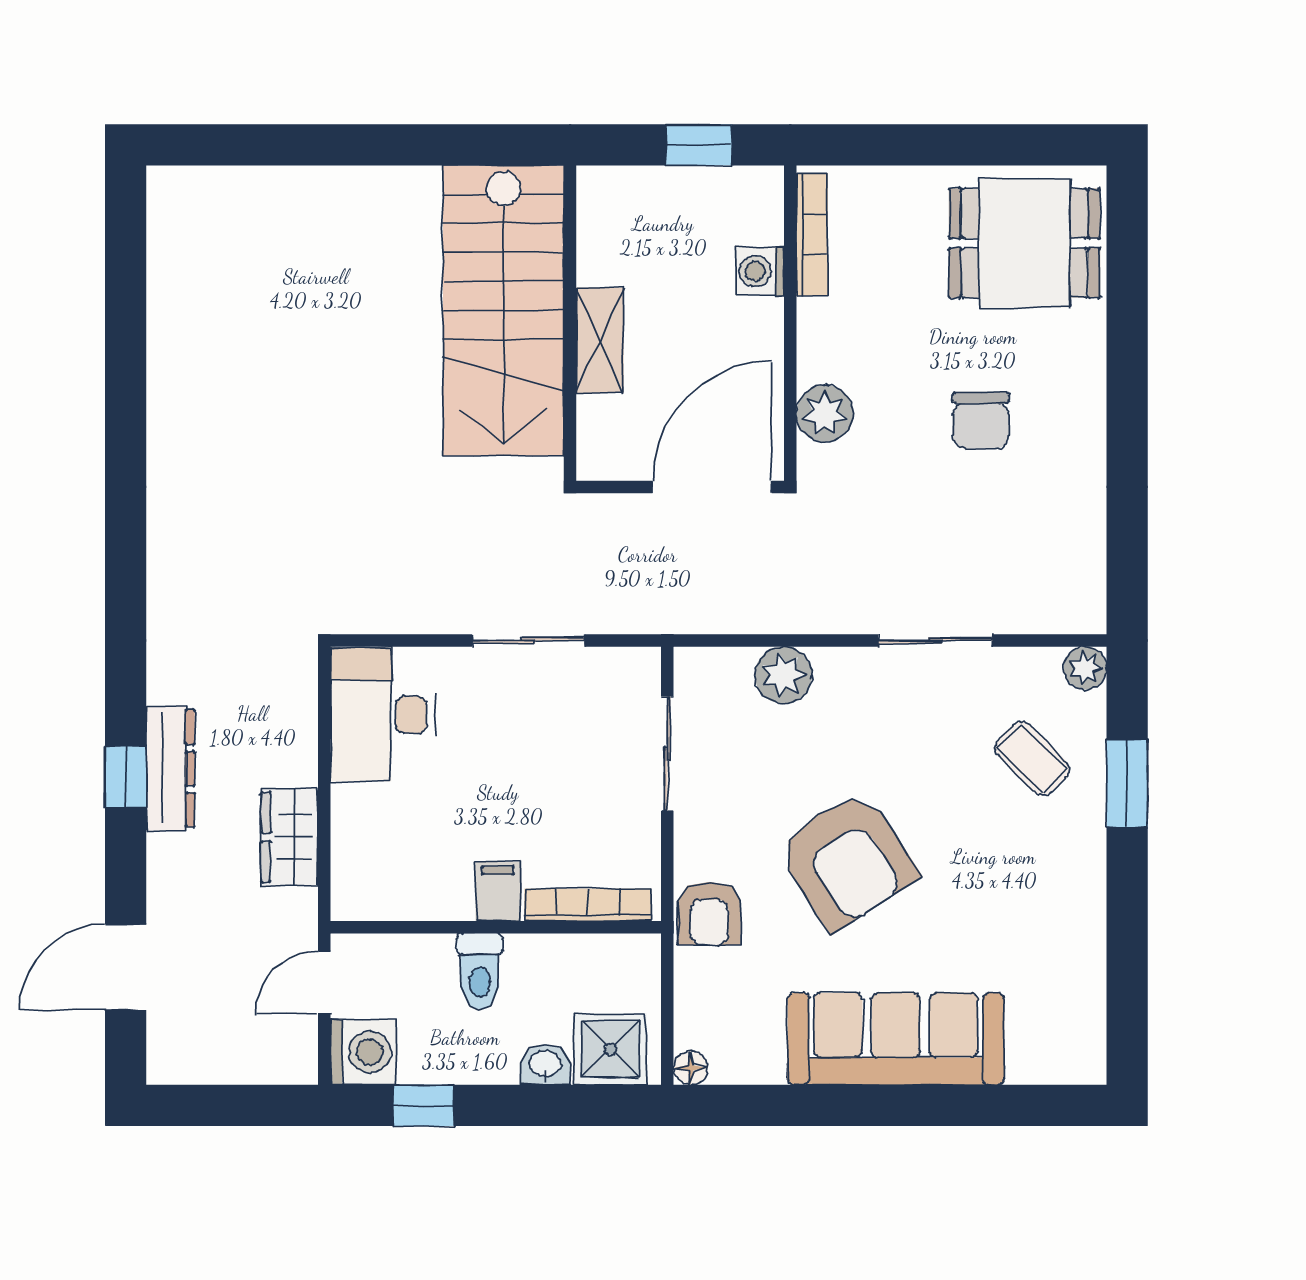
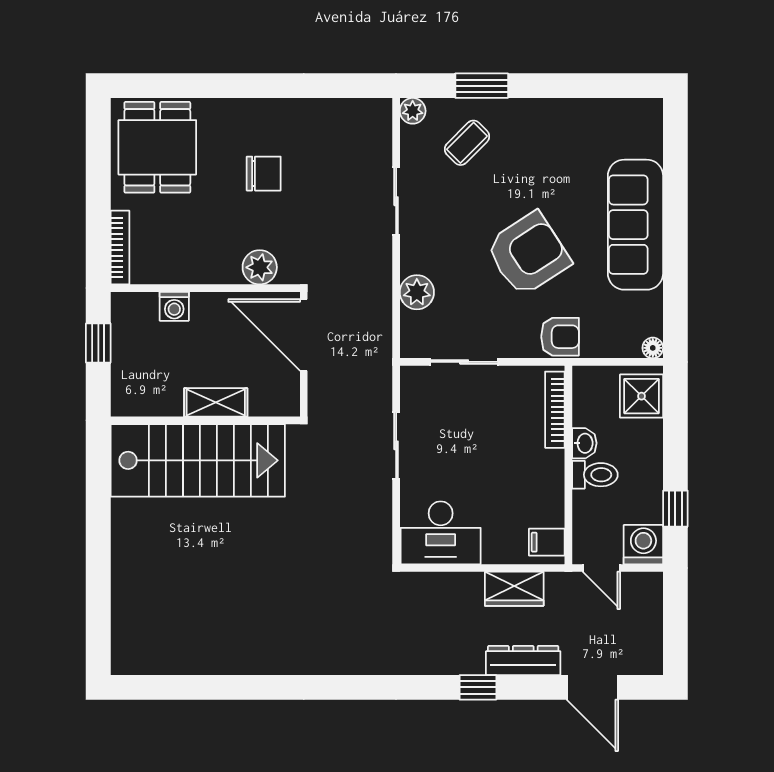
bookcase: (812, 234) -> (120, 248), moved, turned 90
dresser: (170, 769) -> (523, 661), moved
filing cabinet: (498, 891) -> (547, 542), moved
washbasin: (545, 1065) -> (584, 443), moved, turned 180

